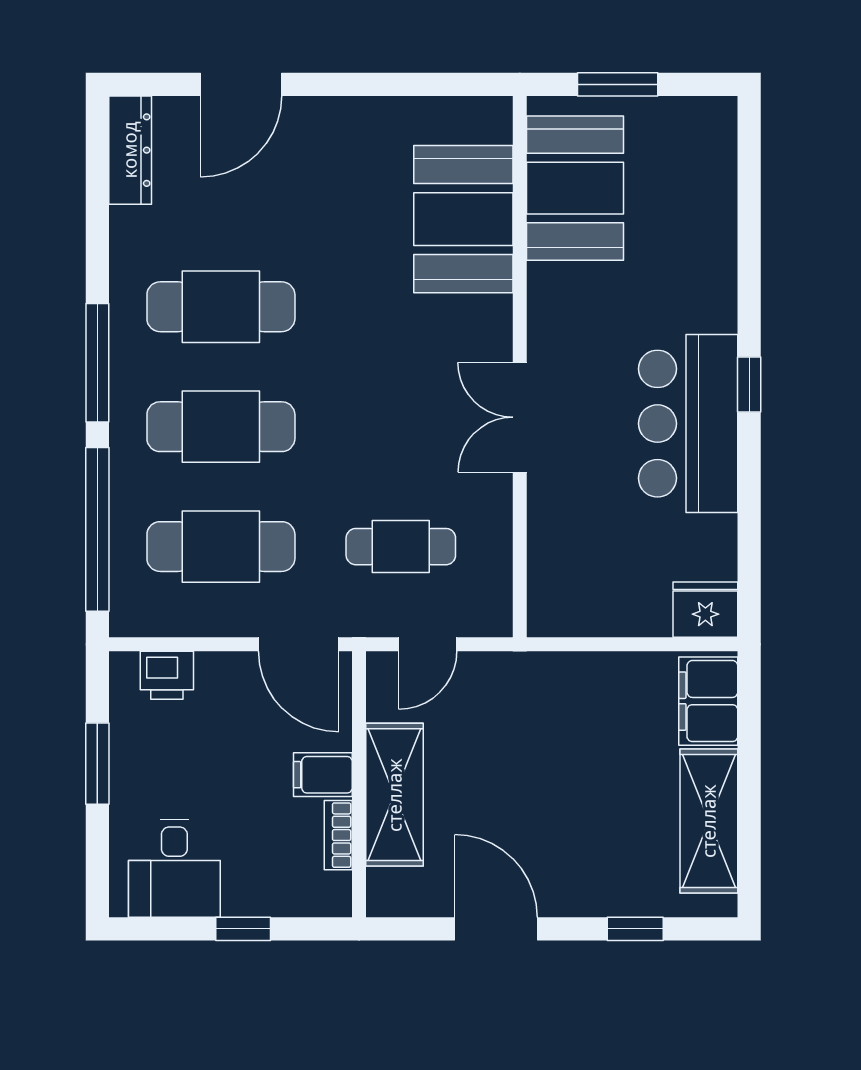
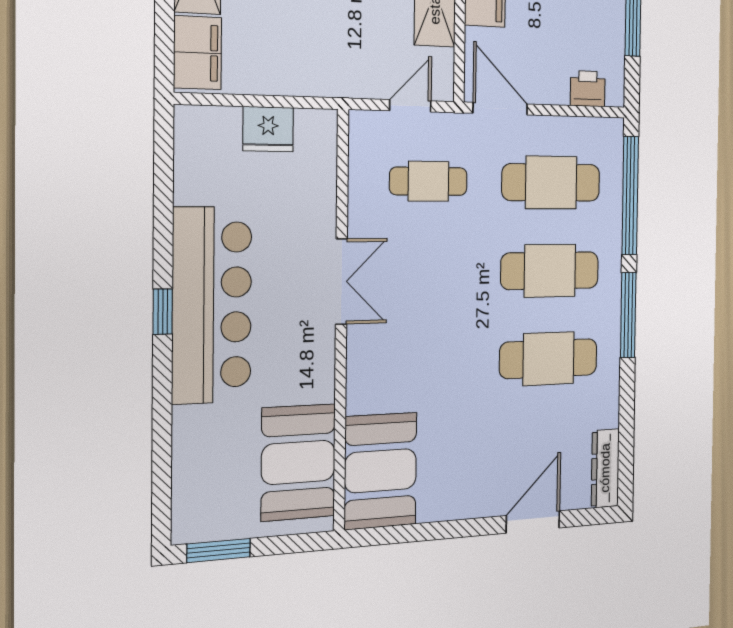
window: (618, 84) -> (219, 551), moved
booth: (463, 219) -> (381, 471), moved
bar counter: (688, 424) -> (212, 305), width x1.36
fridge: (705, 610) -> (268, 129), moved

